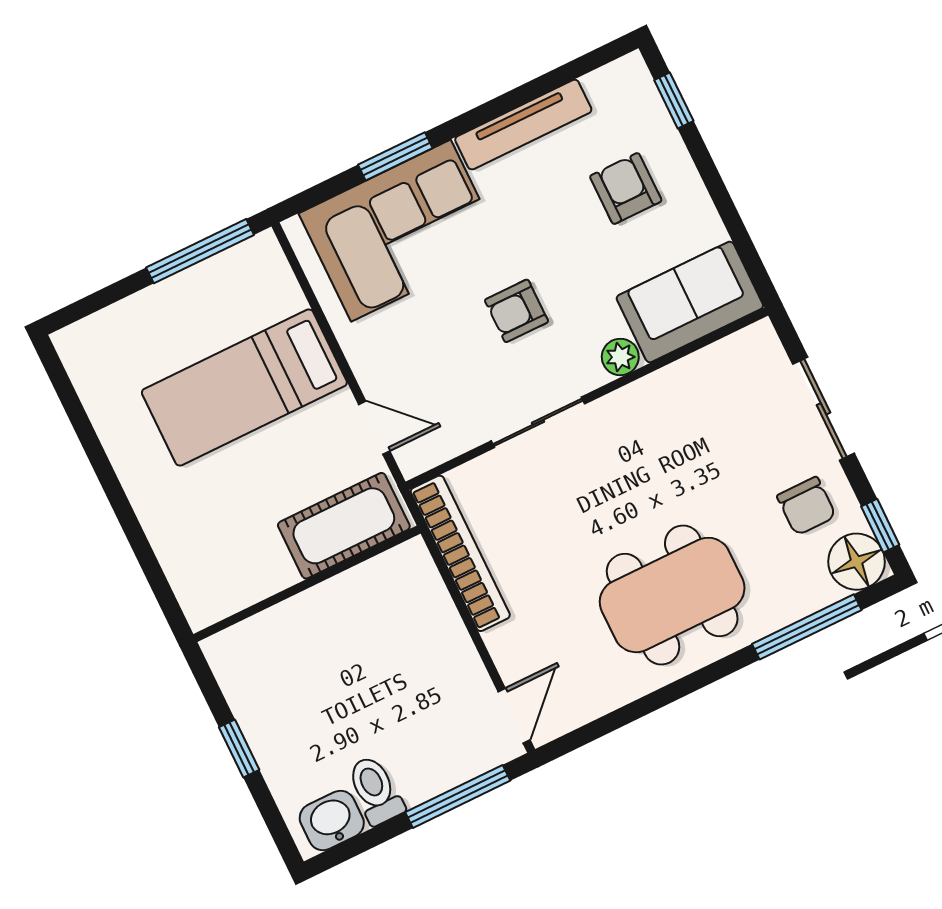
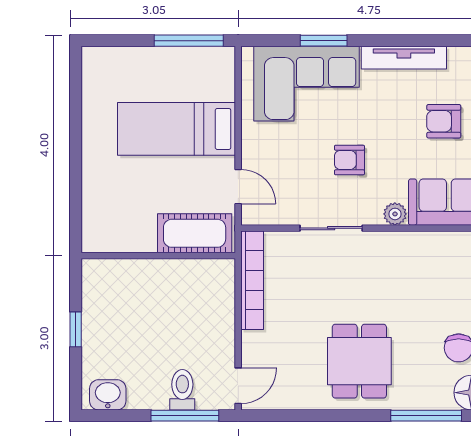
armchair: (626, 189) -> (444, 121), turned -90
dining table: (672, 595) -> (359, 361), width x0.73
toilet: (375, 790) -> (182, 390), moved

